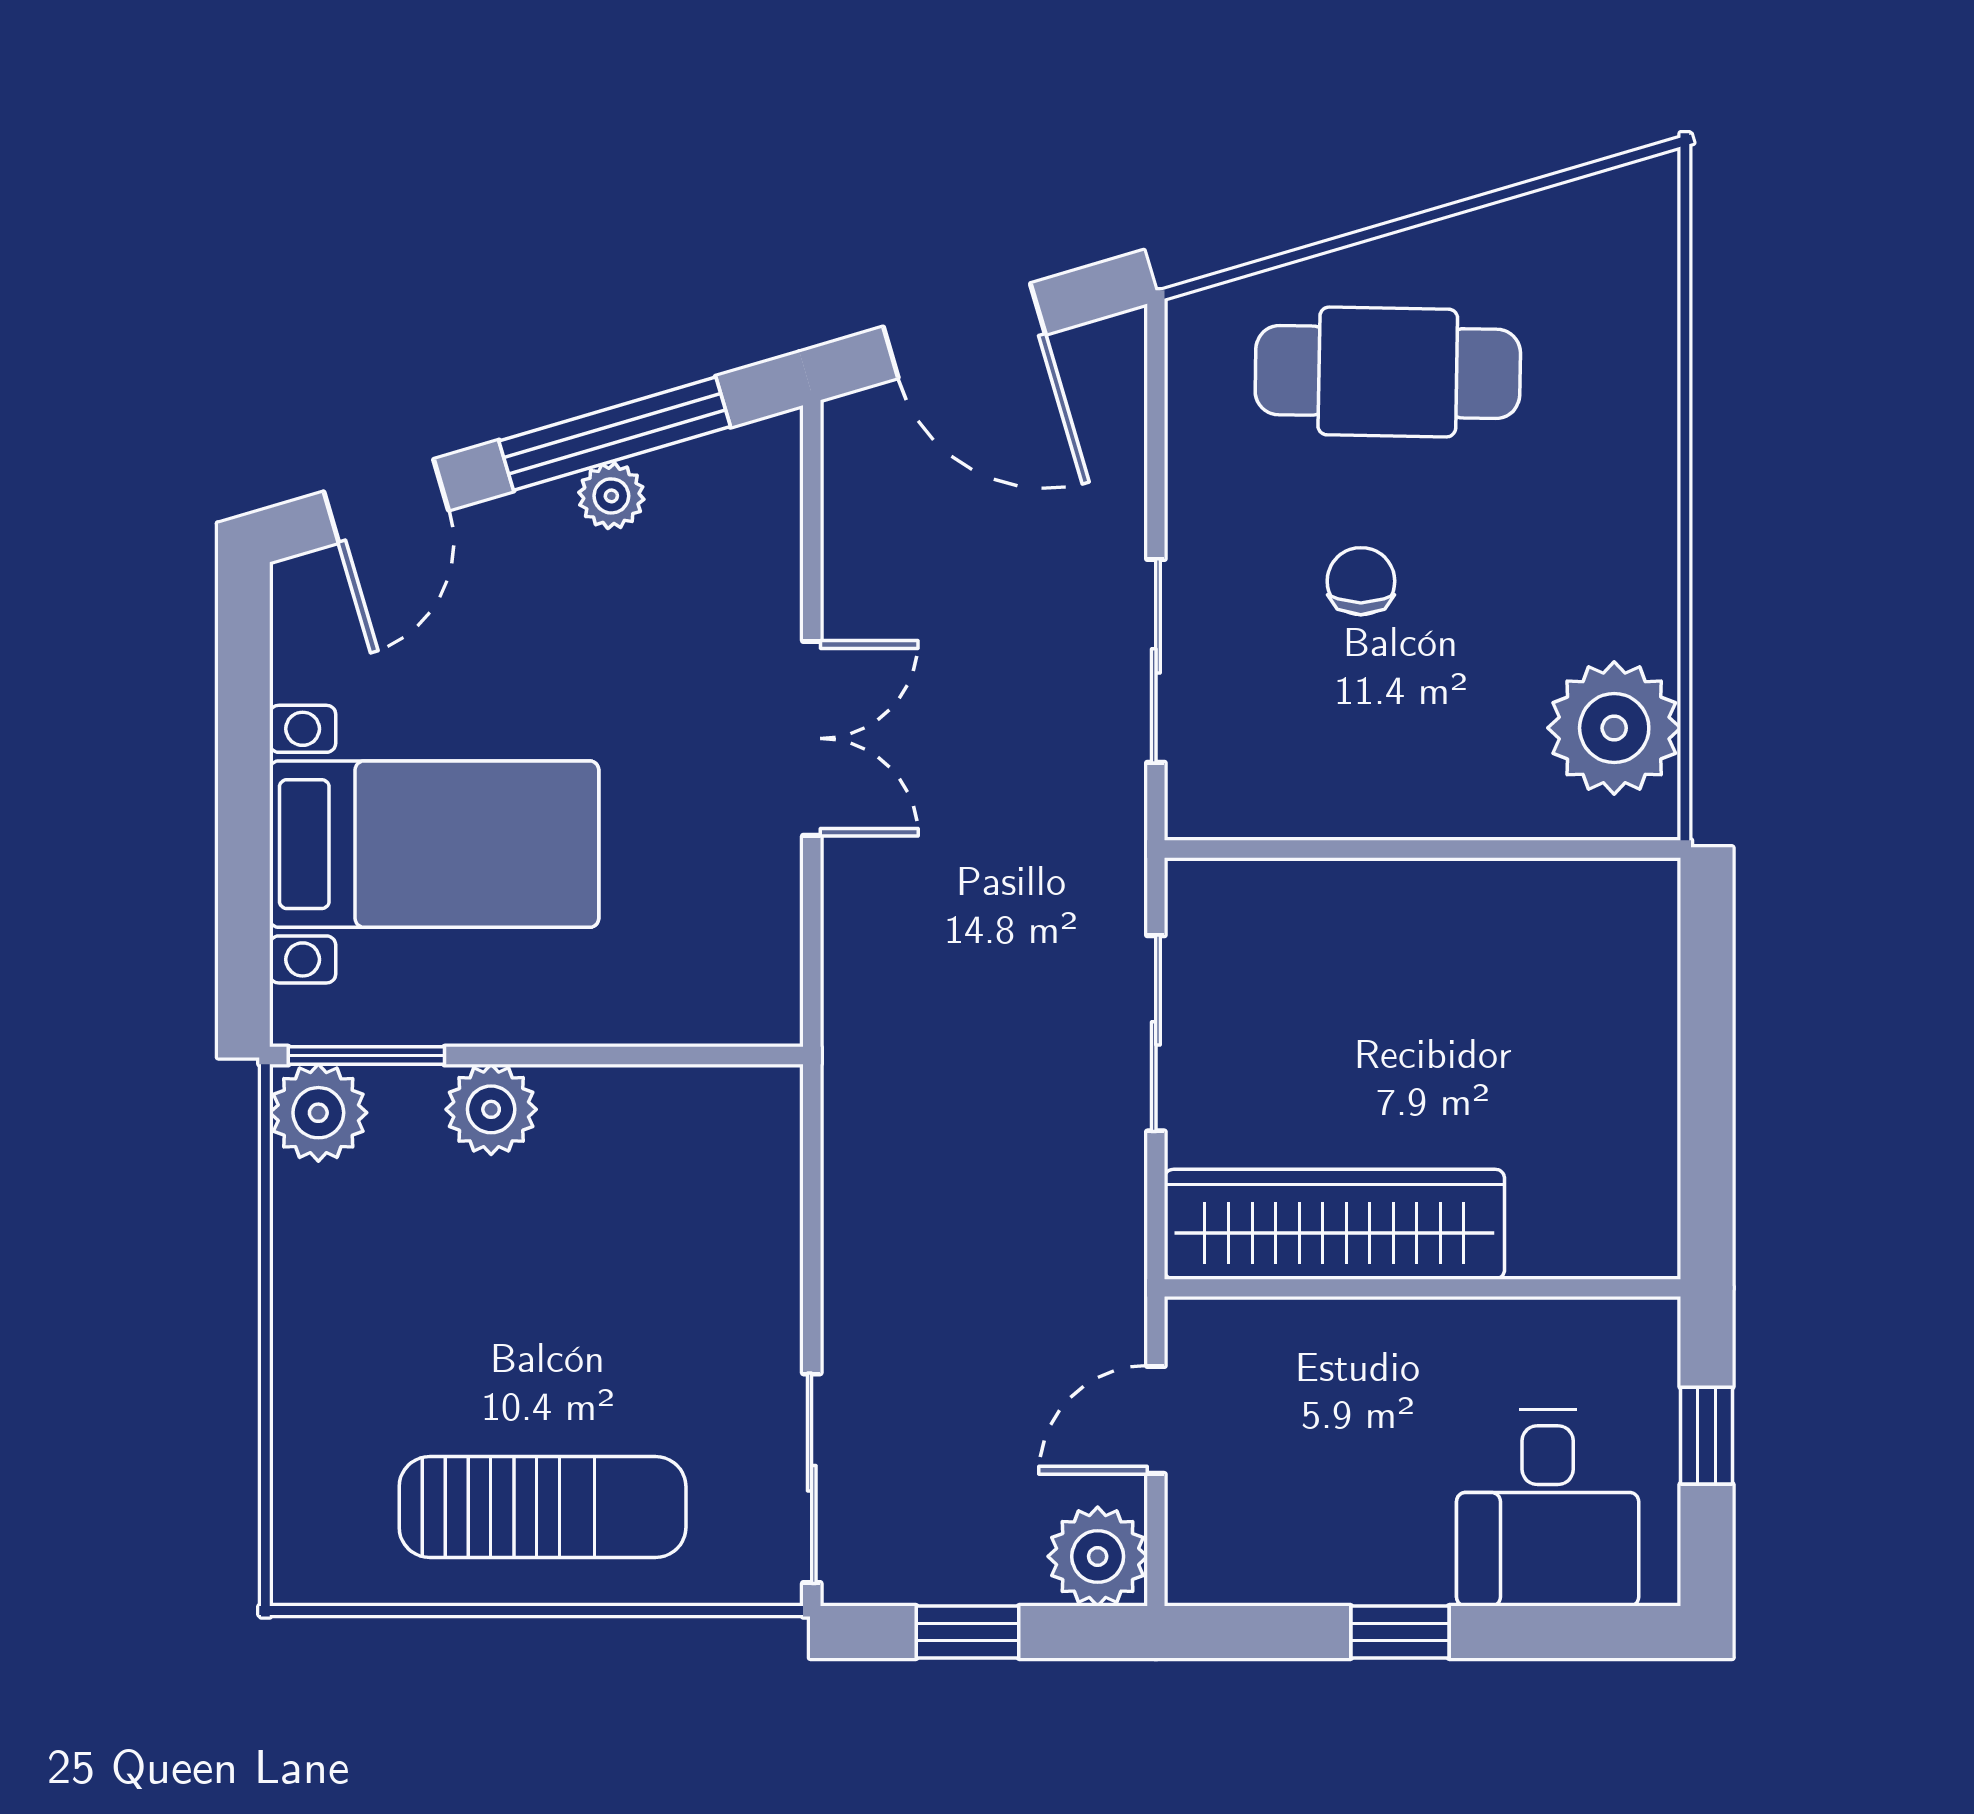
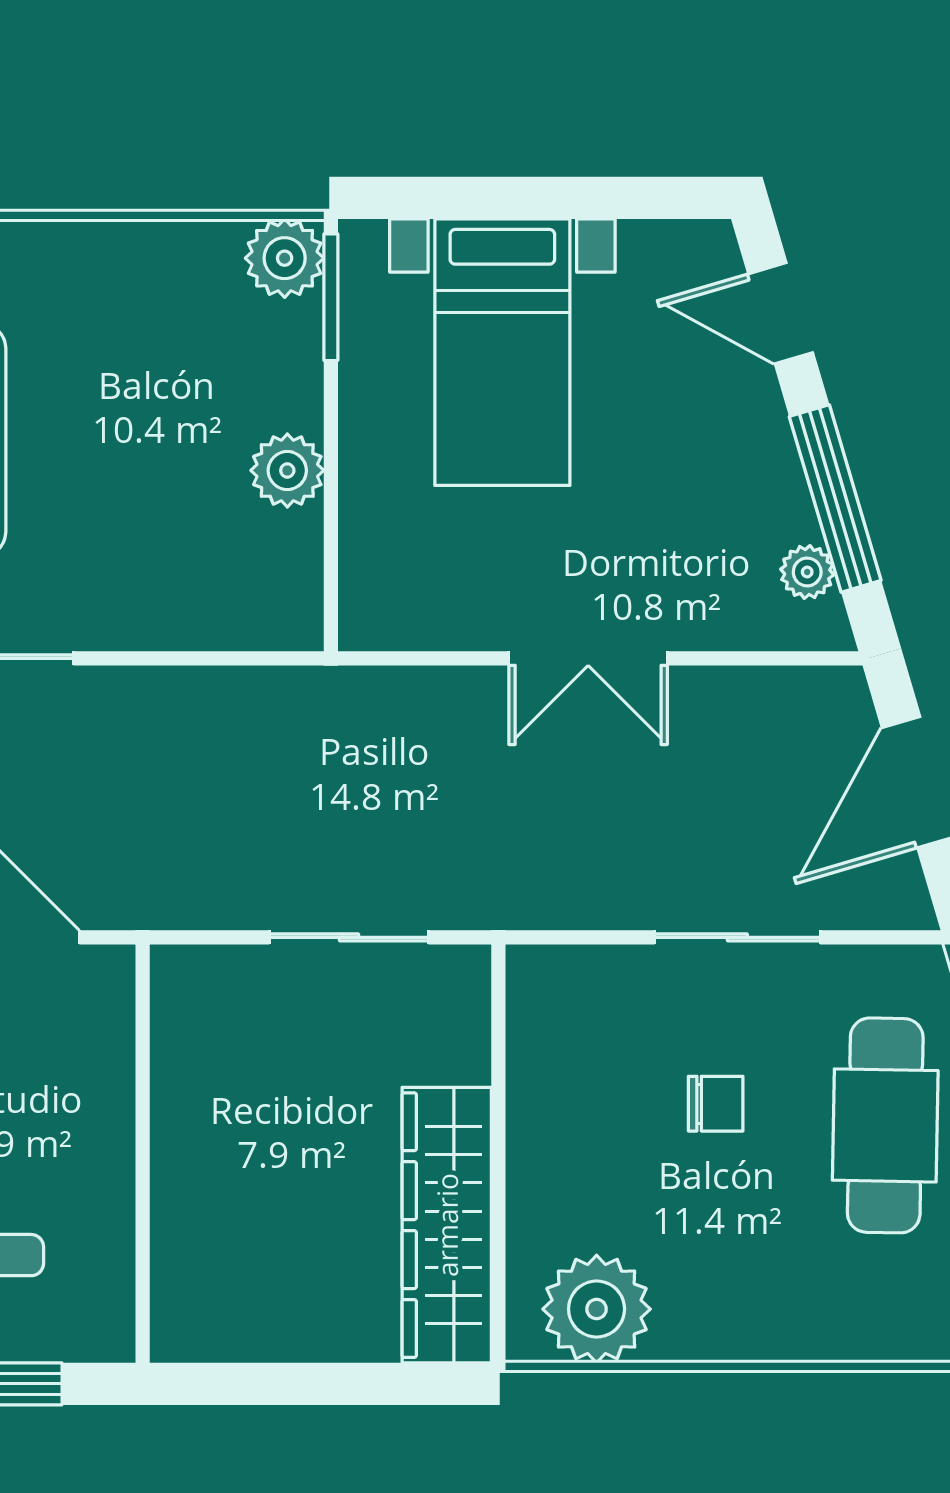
plant: (611, 496) -> (807, 572), moved
sliding door: (1156, 661) -> (737, 937), moved
plant: (491, 1109) -> (287, 470), moved
wardrobe: (1334, 1224) -> (447, 1225), moved, turned 180

